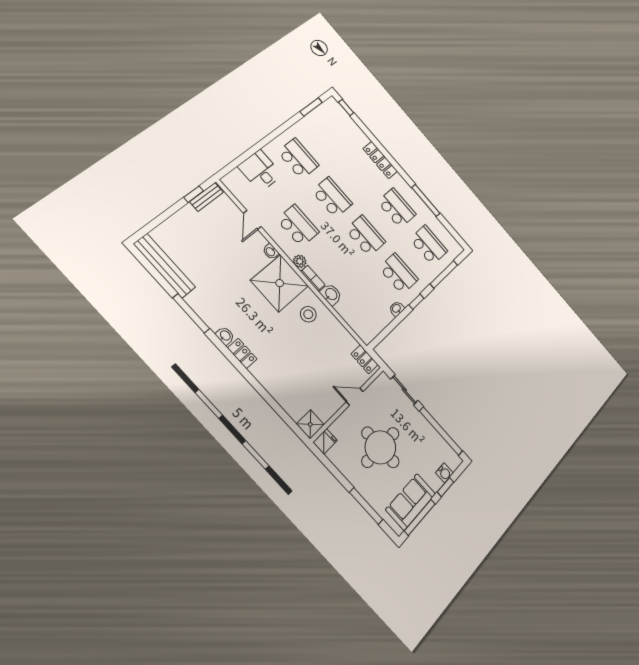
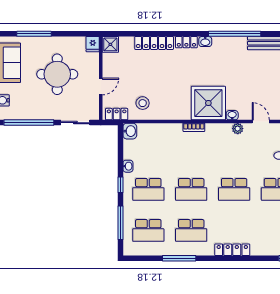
school desk: (298, 226) -> (234, 148), removed
plant: (300, 261) -> (238, 129), moved
washbasin: (331, 294) -> (130, 131), moved, turned -90
window: (191, 313) -> (235, 34), width x1.46
stool: (308, 314) -> (143, 103), moved
locker: (271, 384) -> (154, 43), added

